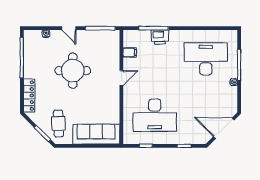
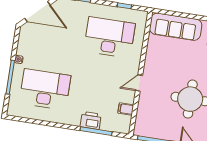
desk: (206, 59) -> (45, 89), turned 180

